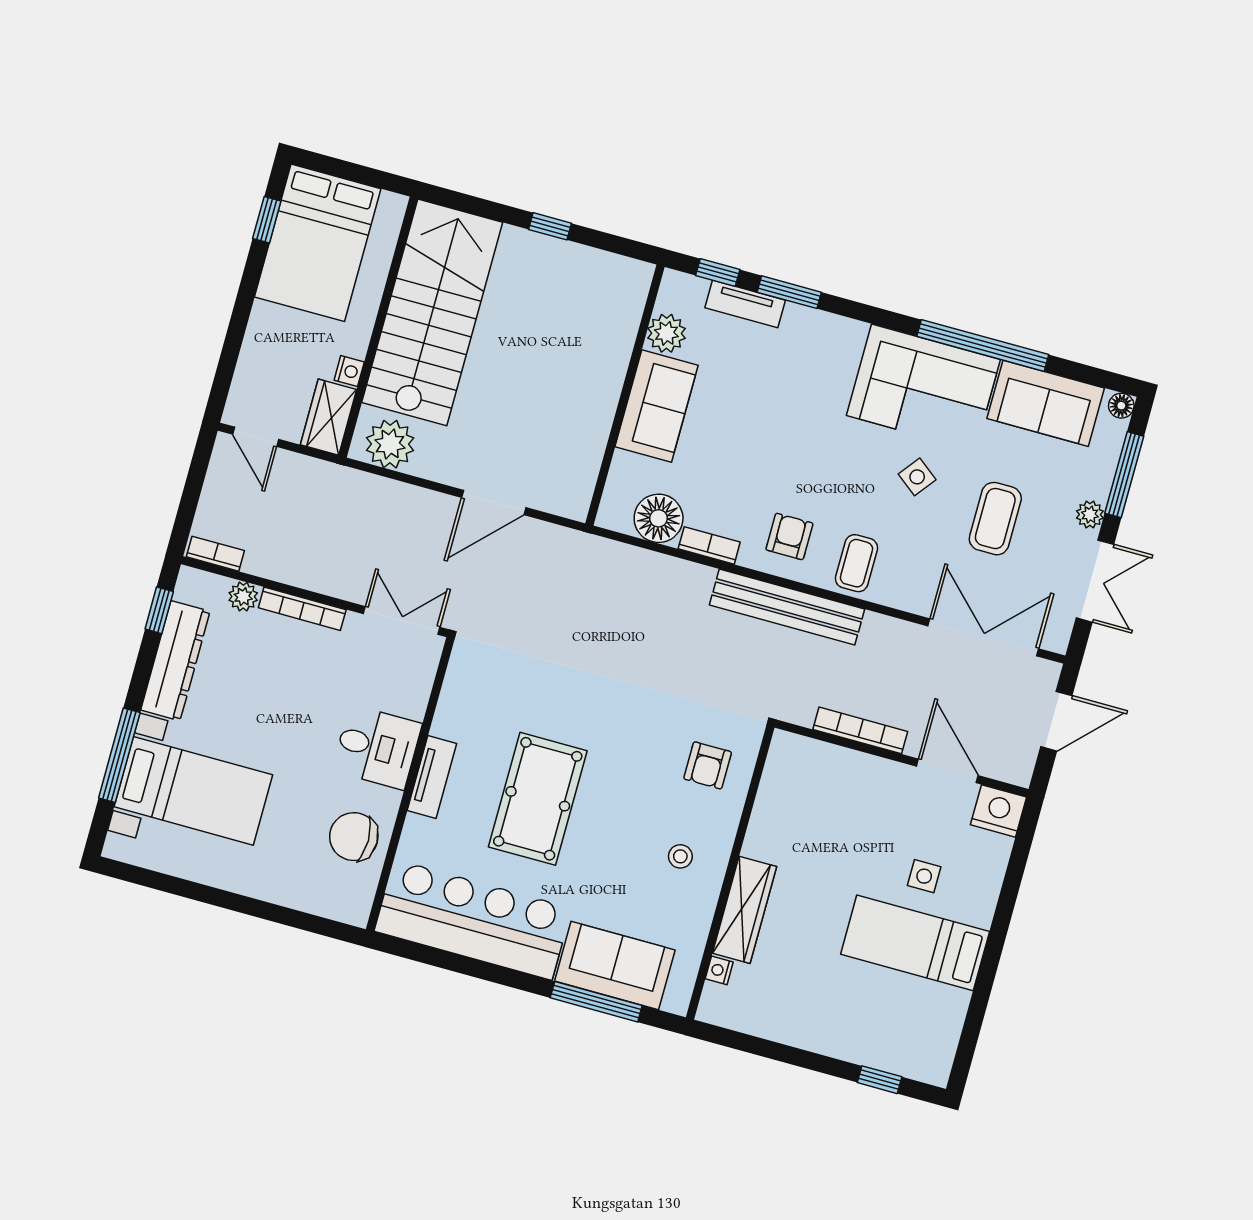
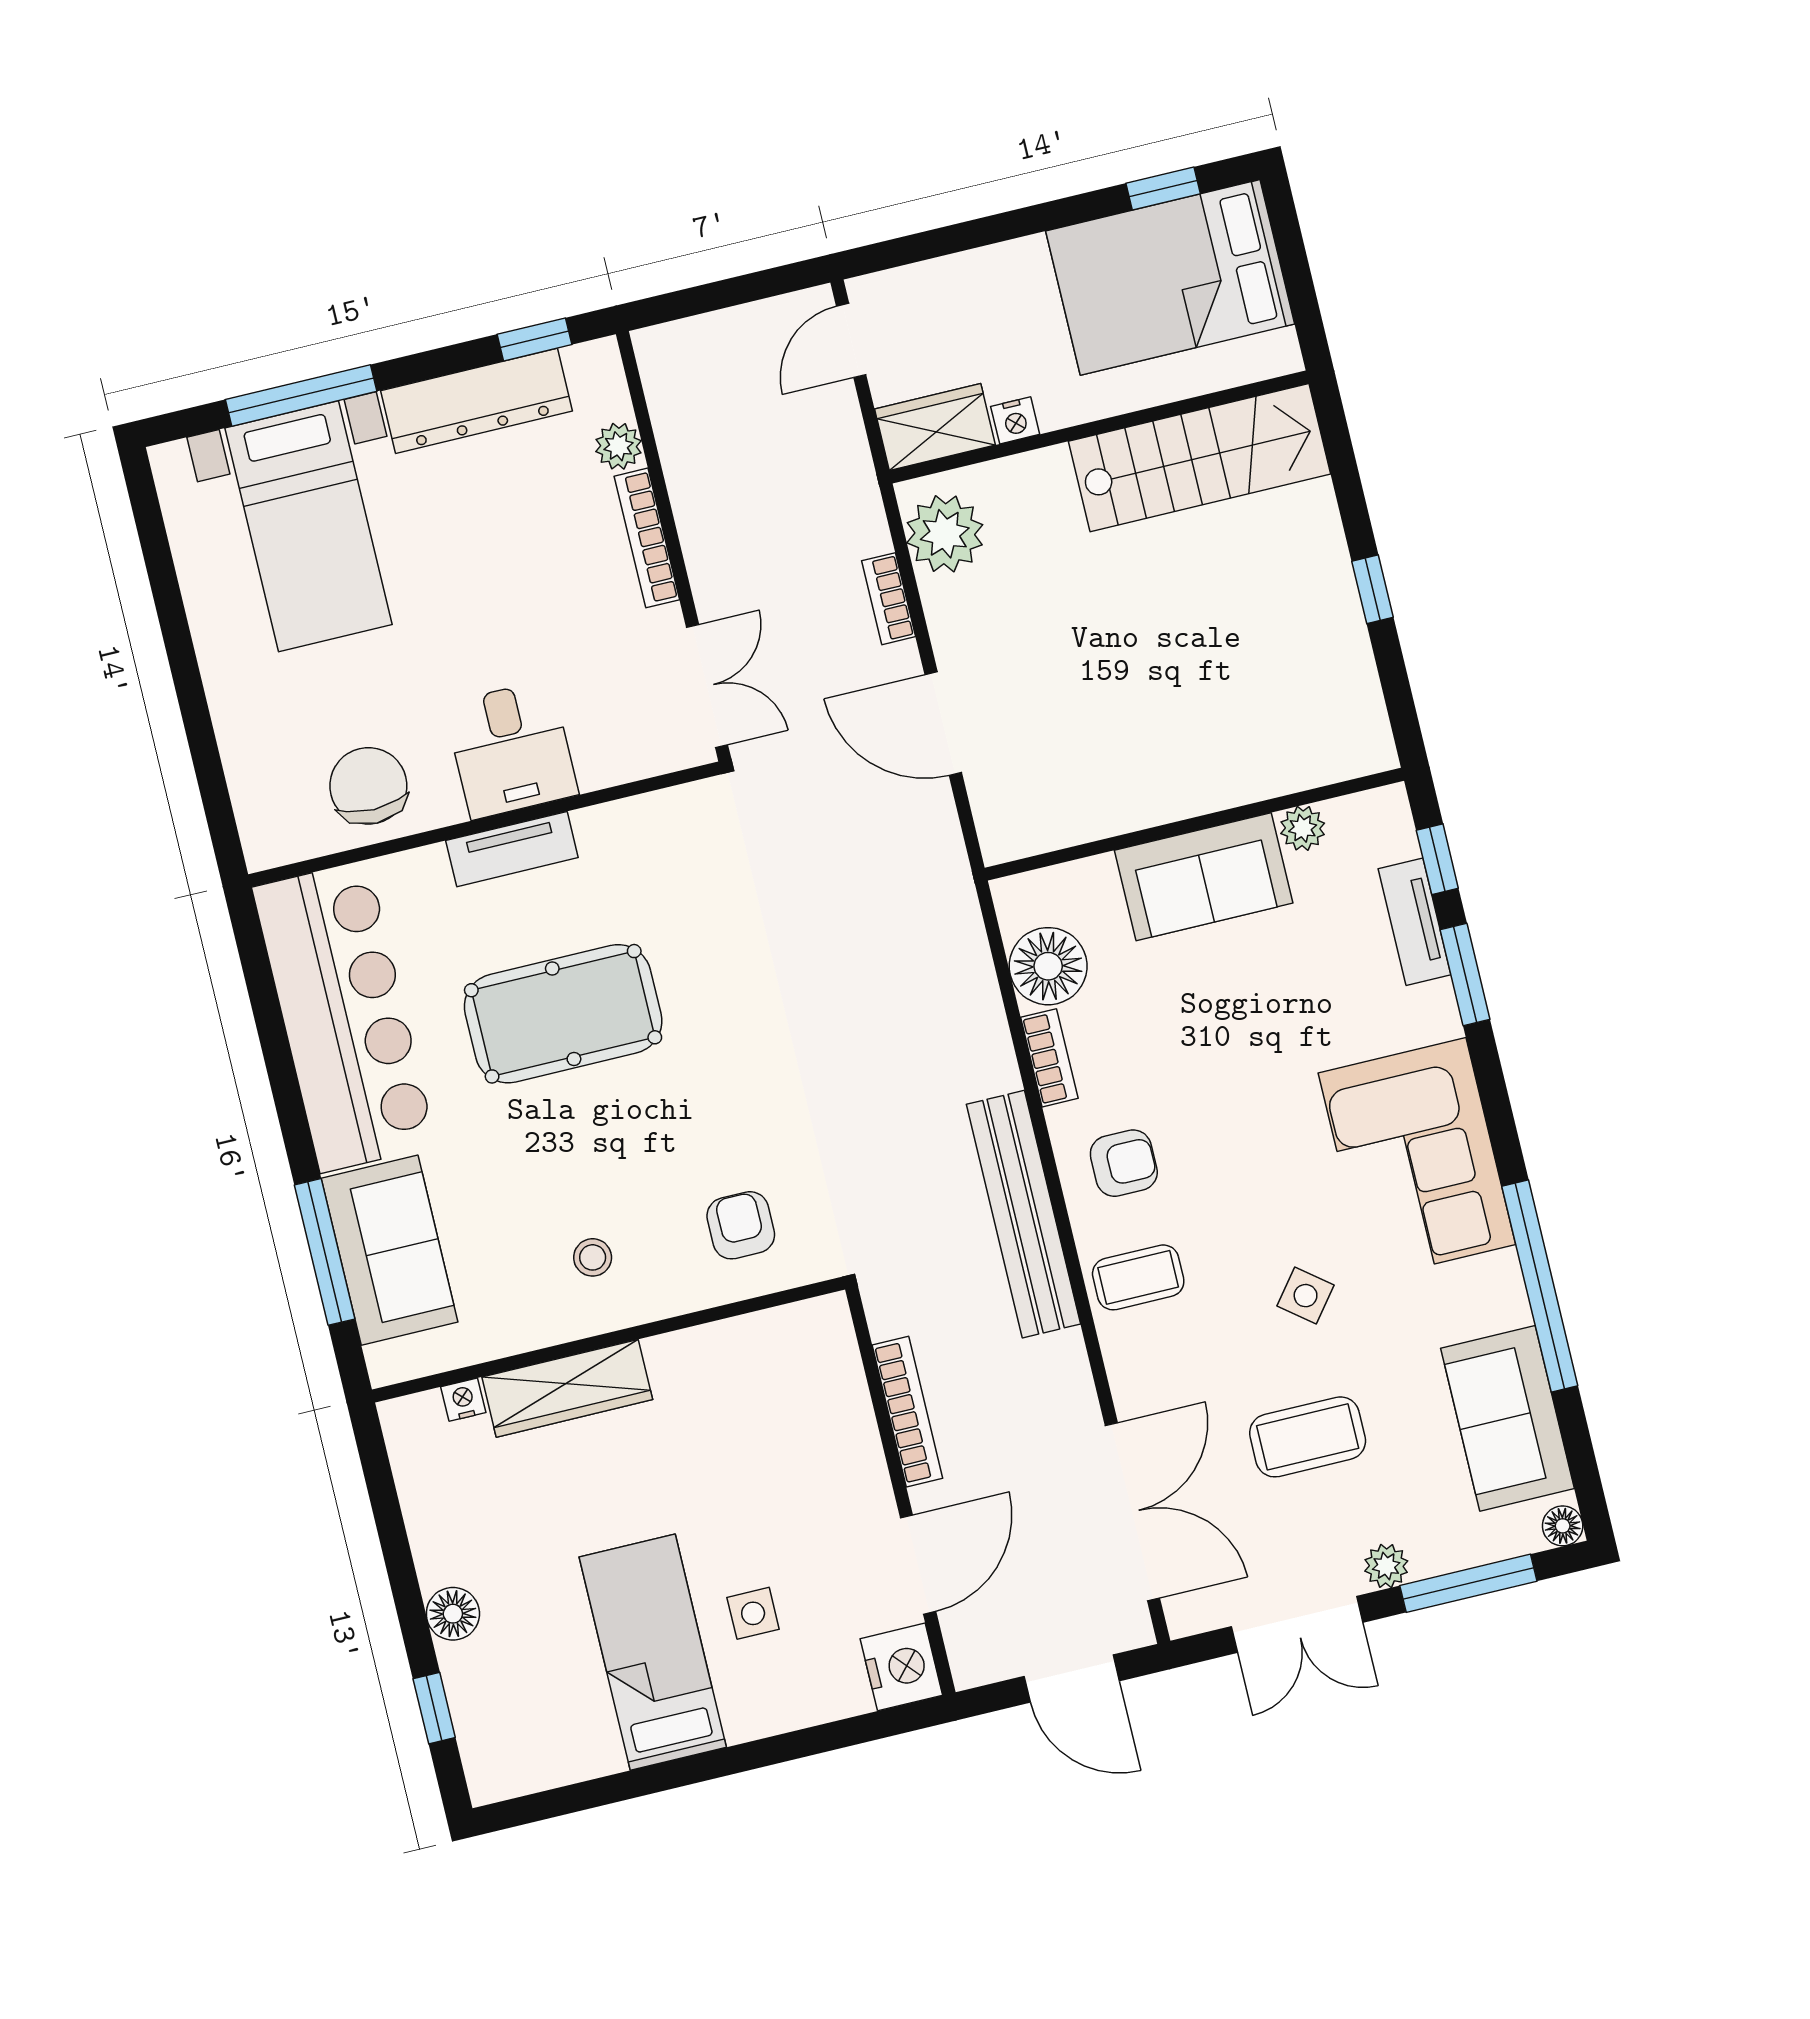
stairs: (432, 312) -> (1200, 458), width x0.73, depth x0.66
plant: (666, 333) -> (1303, 828), width x0.73, depth x0.73
corner sofa: (923, 387) -> (1417, 1159), moved
bookcase: (215, 554) -> (889, 599), moved, turned 180
armchair: (708, 765) -> (741, 1225), turned 90
floor lamp: (833, 1041) -> (453, 1614), added

